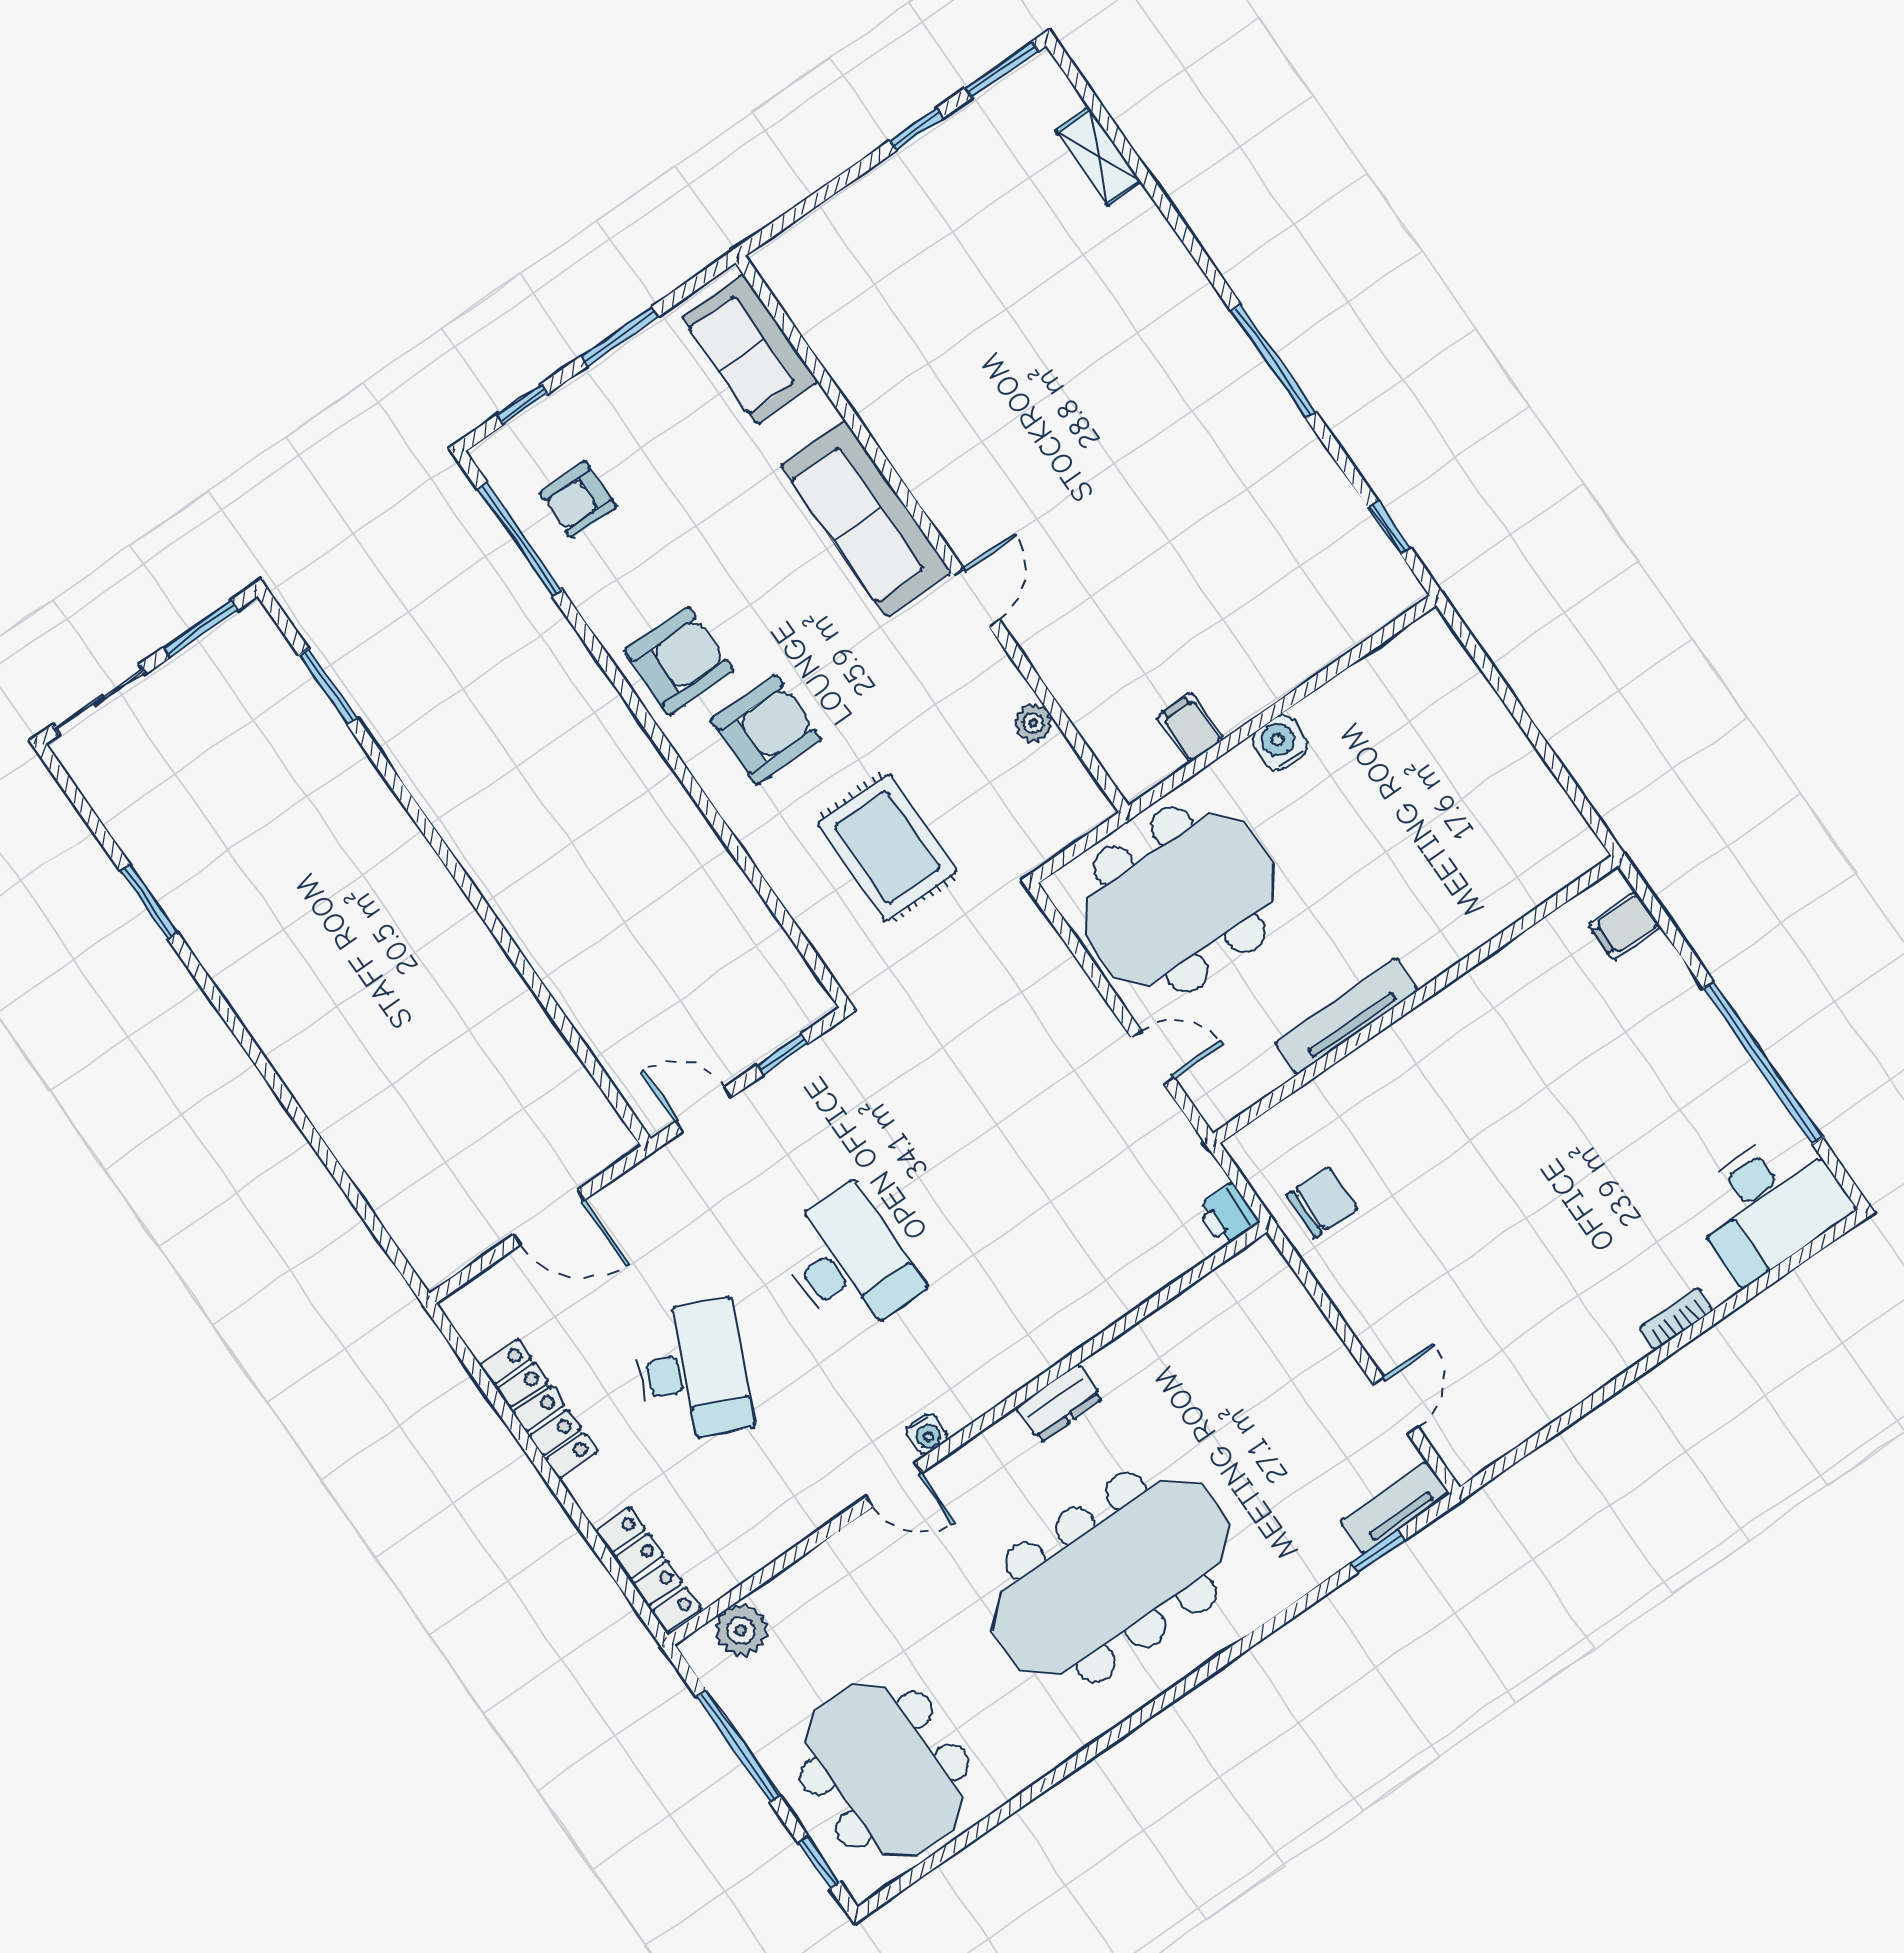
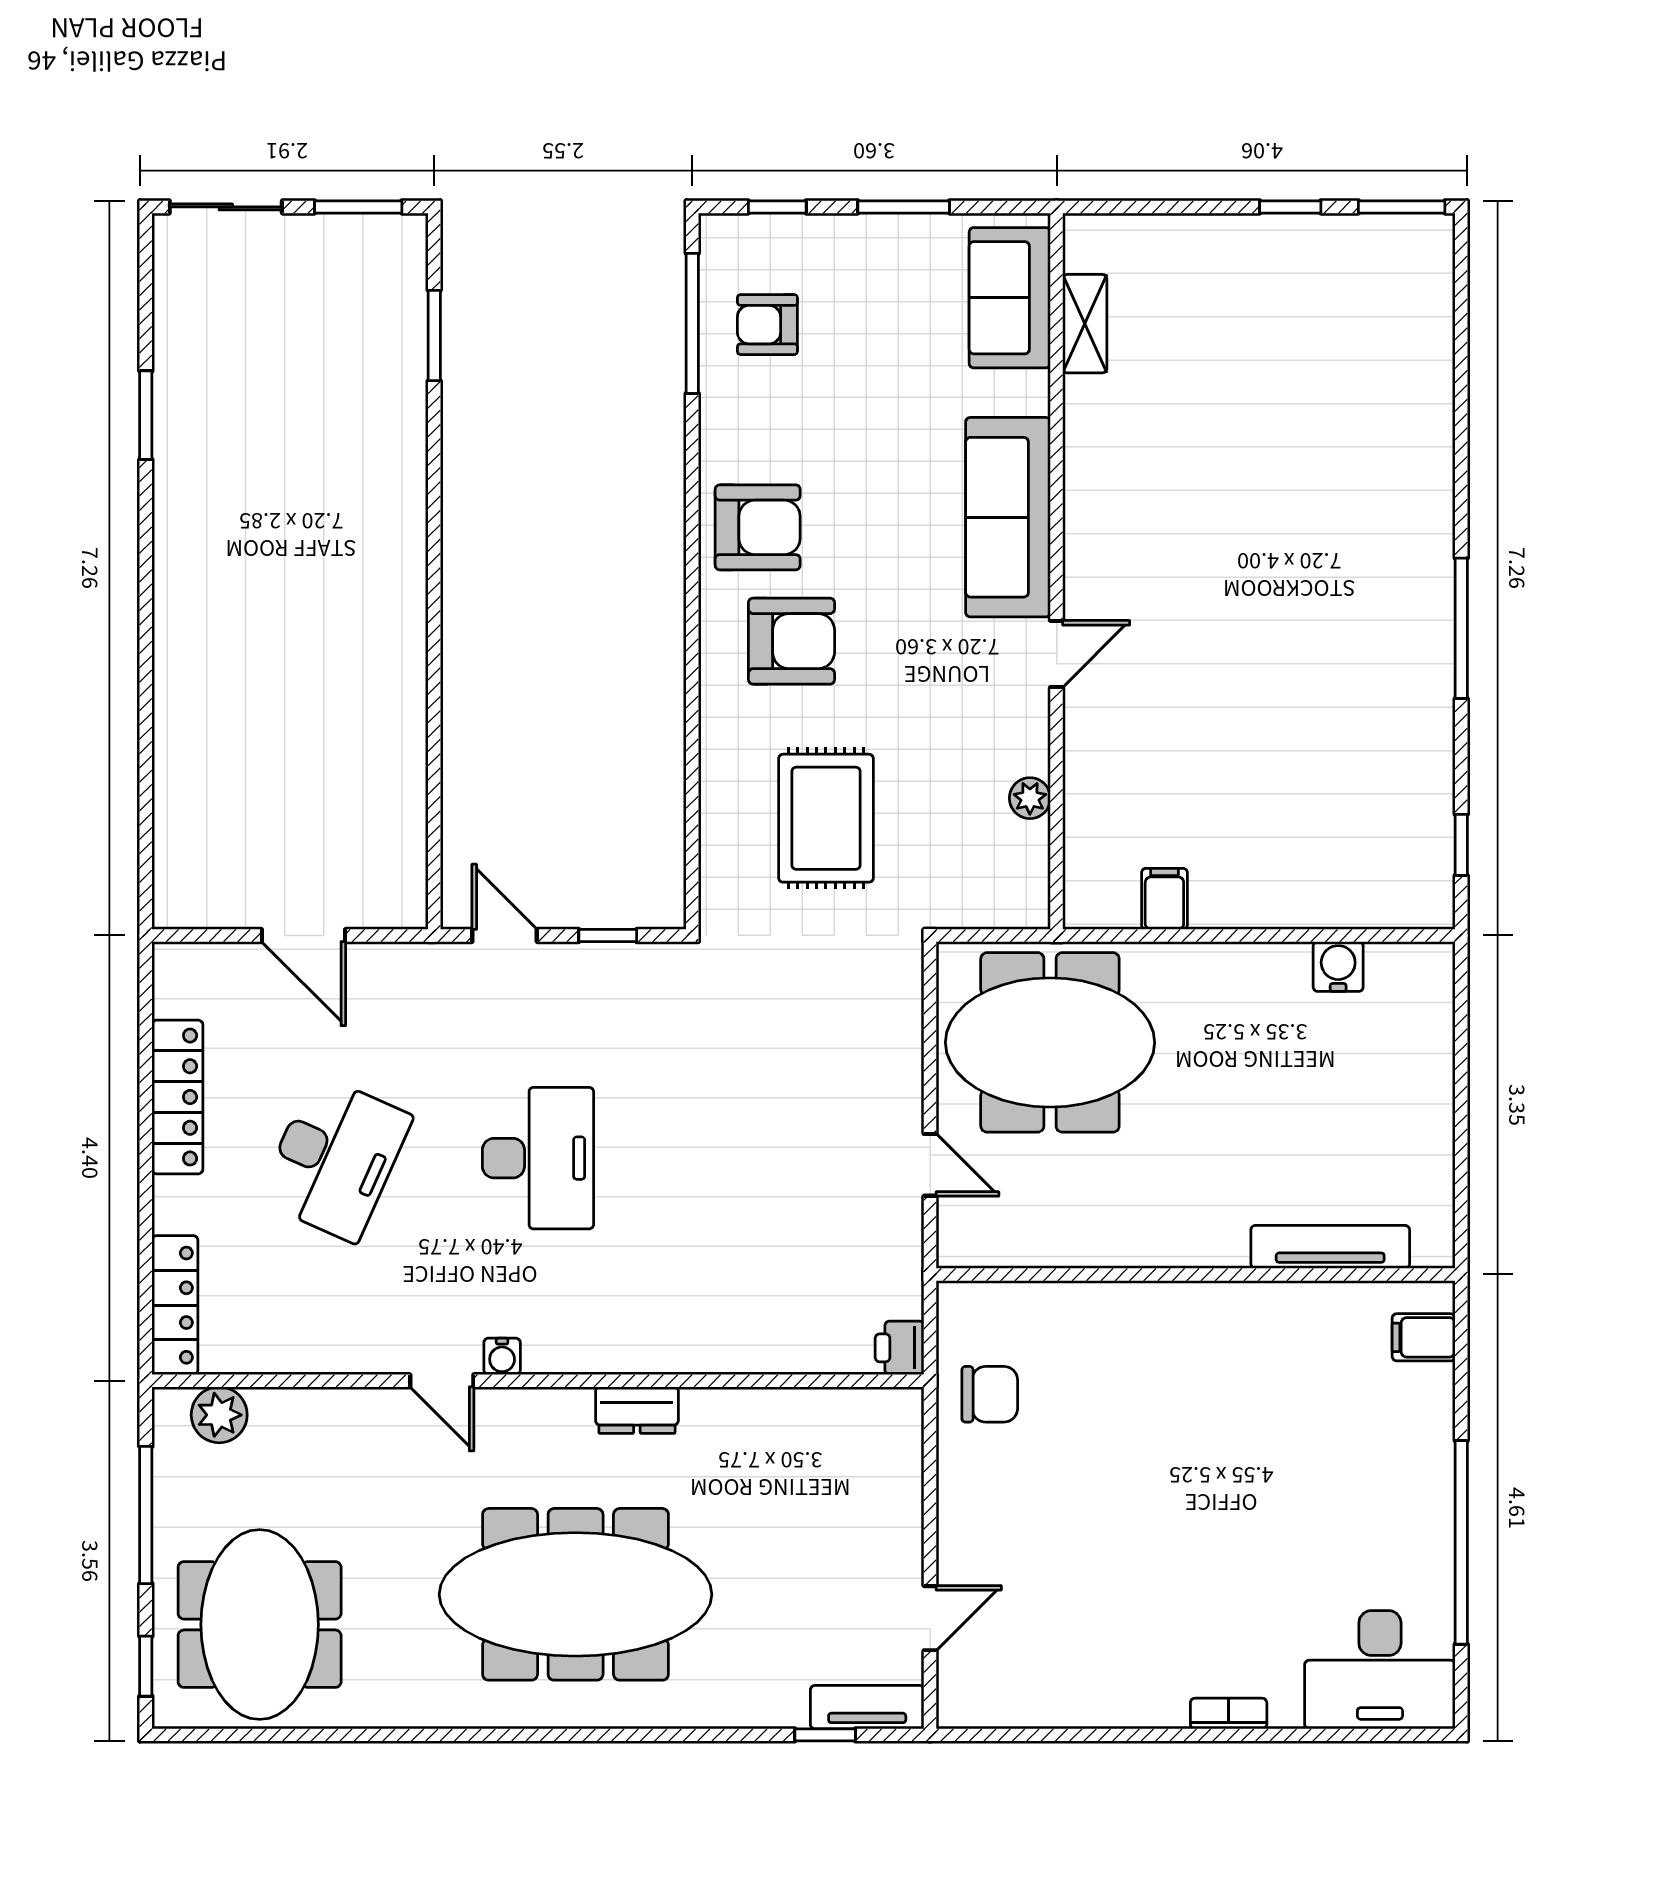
shelving: (1098, 156) -> (1085, 324), moved
water cooler: (1280, 743) -> (1338, 967), moved
tv unit: (1346, 1016) -> (1330, 1247), moved

